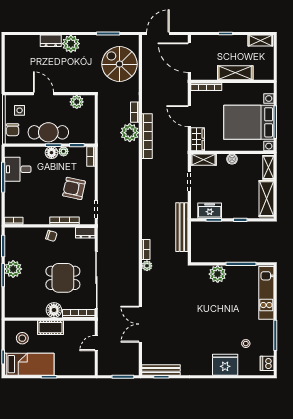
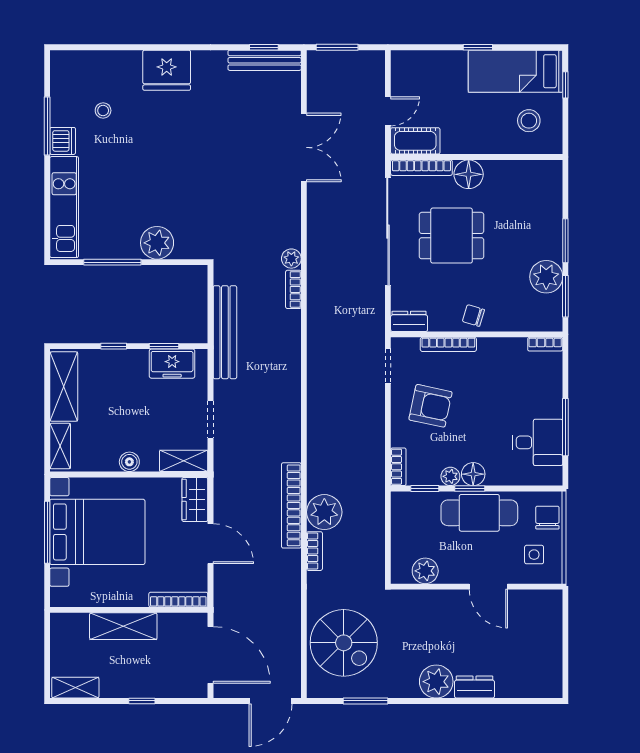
plant: (13, 269) -> (546, 277), moved
cot: (51, 328) -> (415, 141), moved
dishwasher: (267, 363) -> (63, 141), moved
fridge: (225, 365) -> (167, 70), moved

